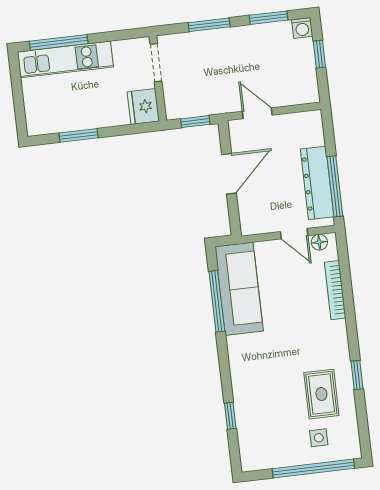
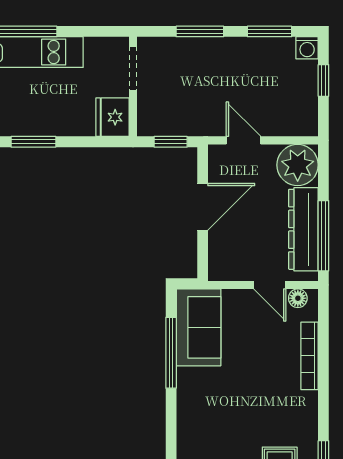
plant: (306, 129) -> (298, 165), added
sofa: (239, 289) -> (199, 327), width x0.73

